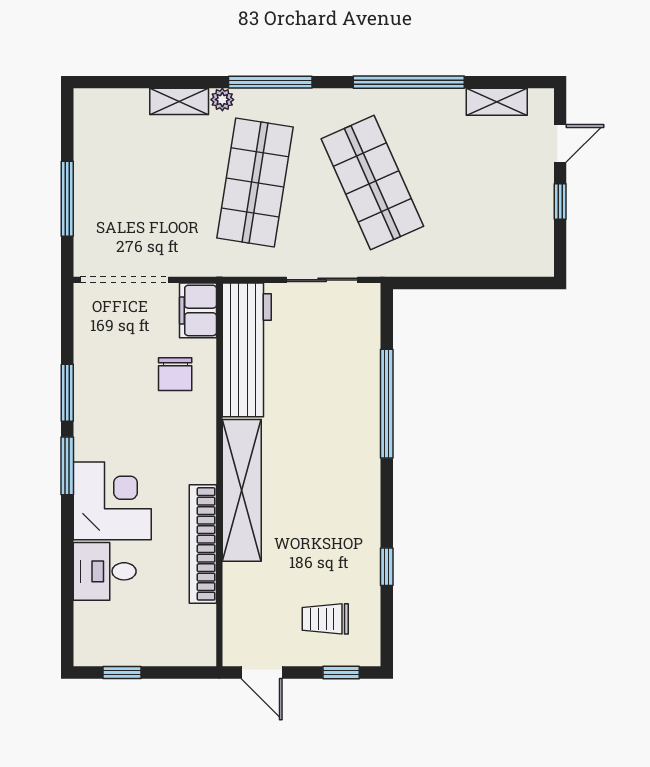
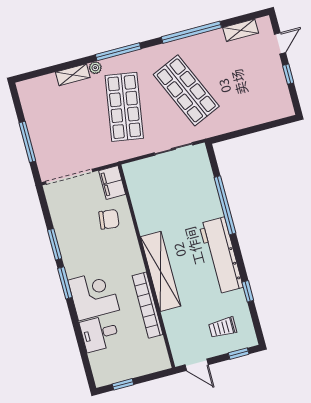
workbench: (247, 350) -> (221, 256), moved, turned 180
chair: (175, 374) -> (109, 219), turned -83

